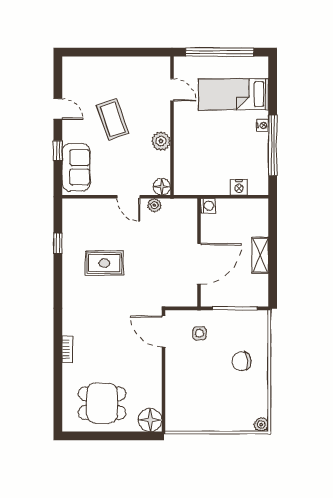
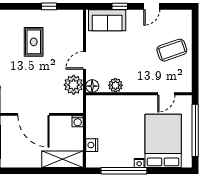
bed: (233, 94) -> (163, 141), width x1.50
coffee table: (113, 119) -> (172, 50), moved
plant: (161, 141) -> (115, 85), moved
plant: (154, 205) -> (74, 85), width x1.88, depth x1.88
shelving: (260, 255) -> (63, 159), moved, width x1.50, depth x1.33

